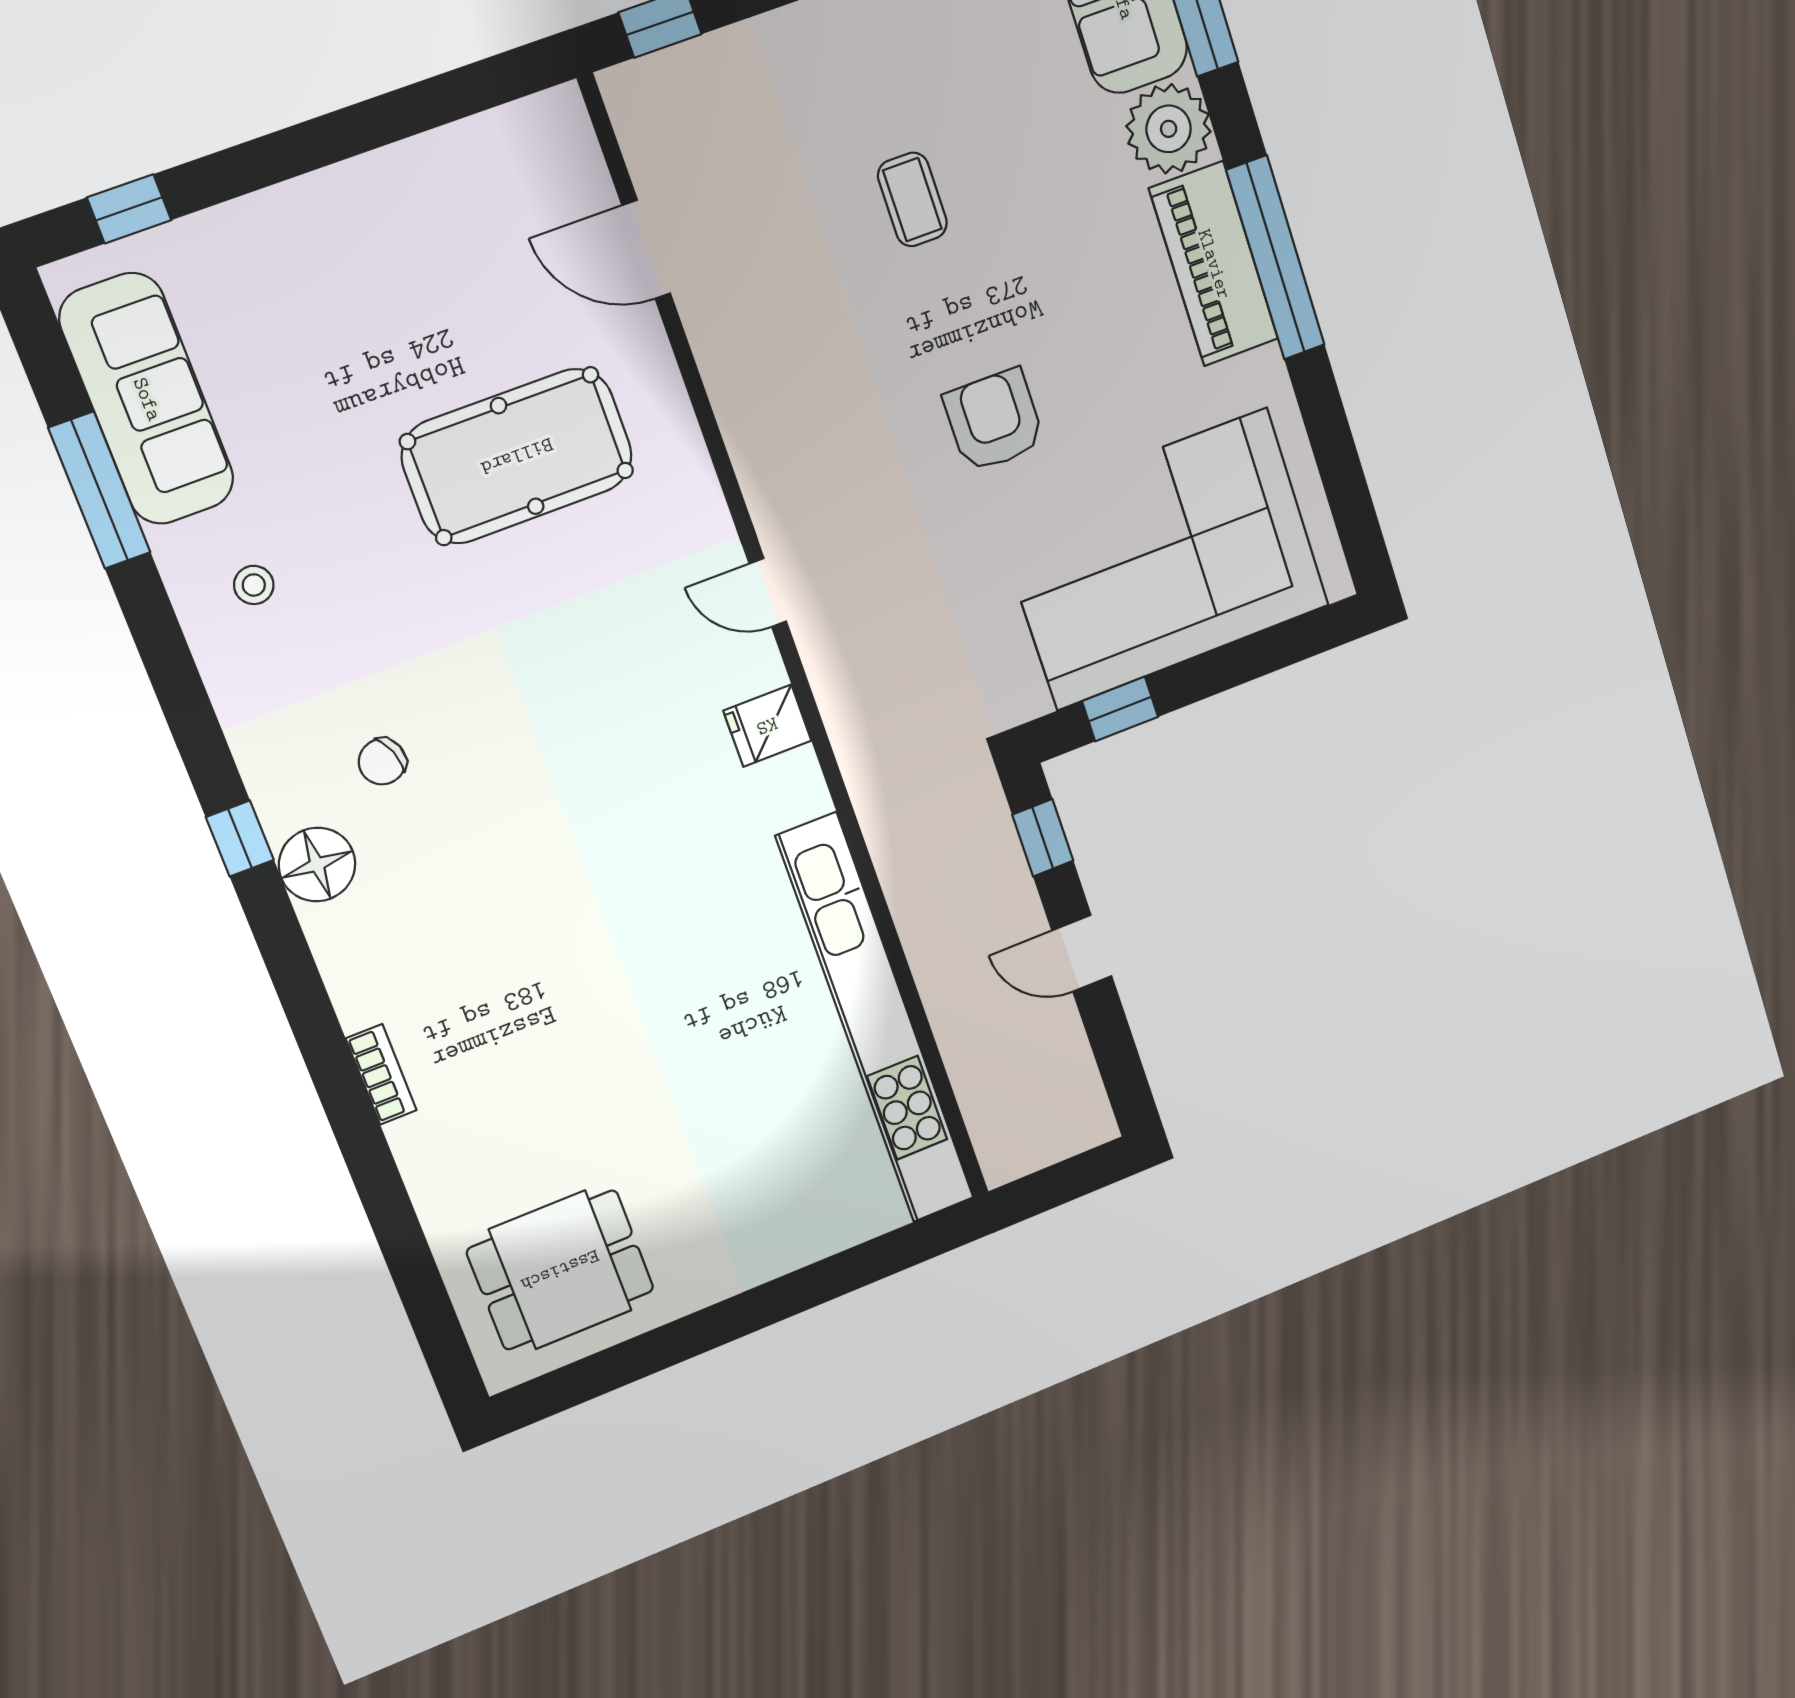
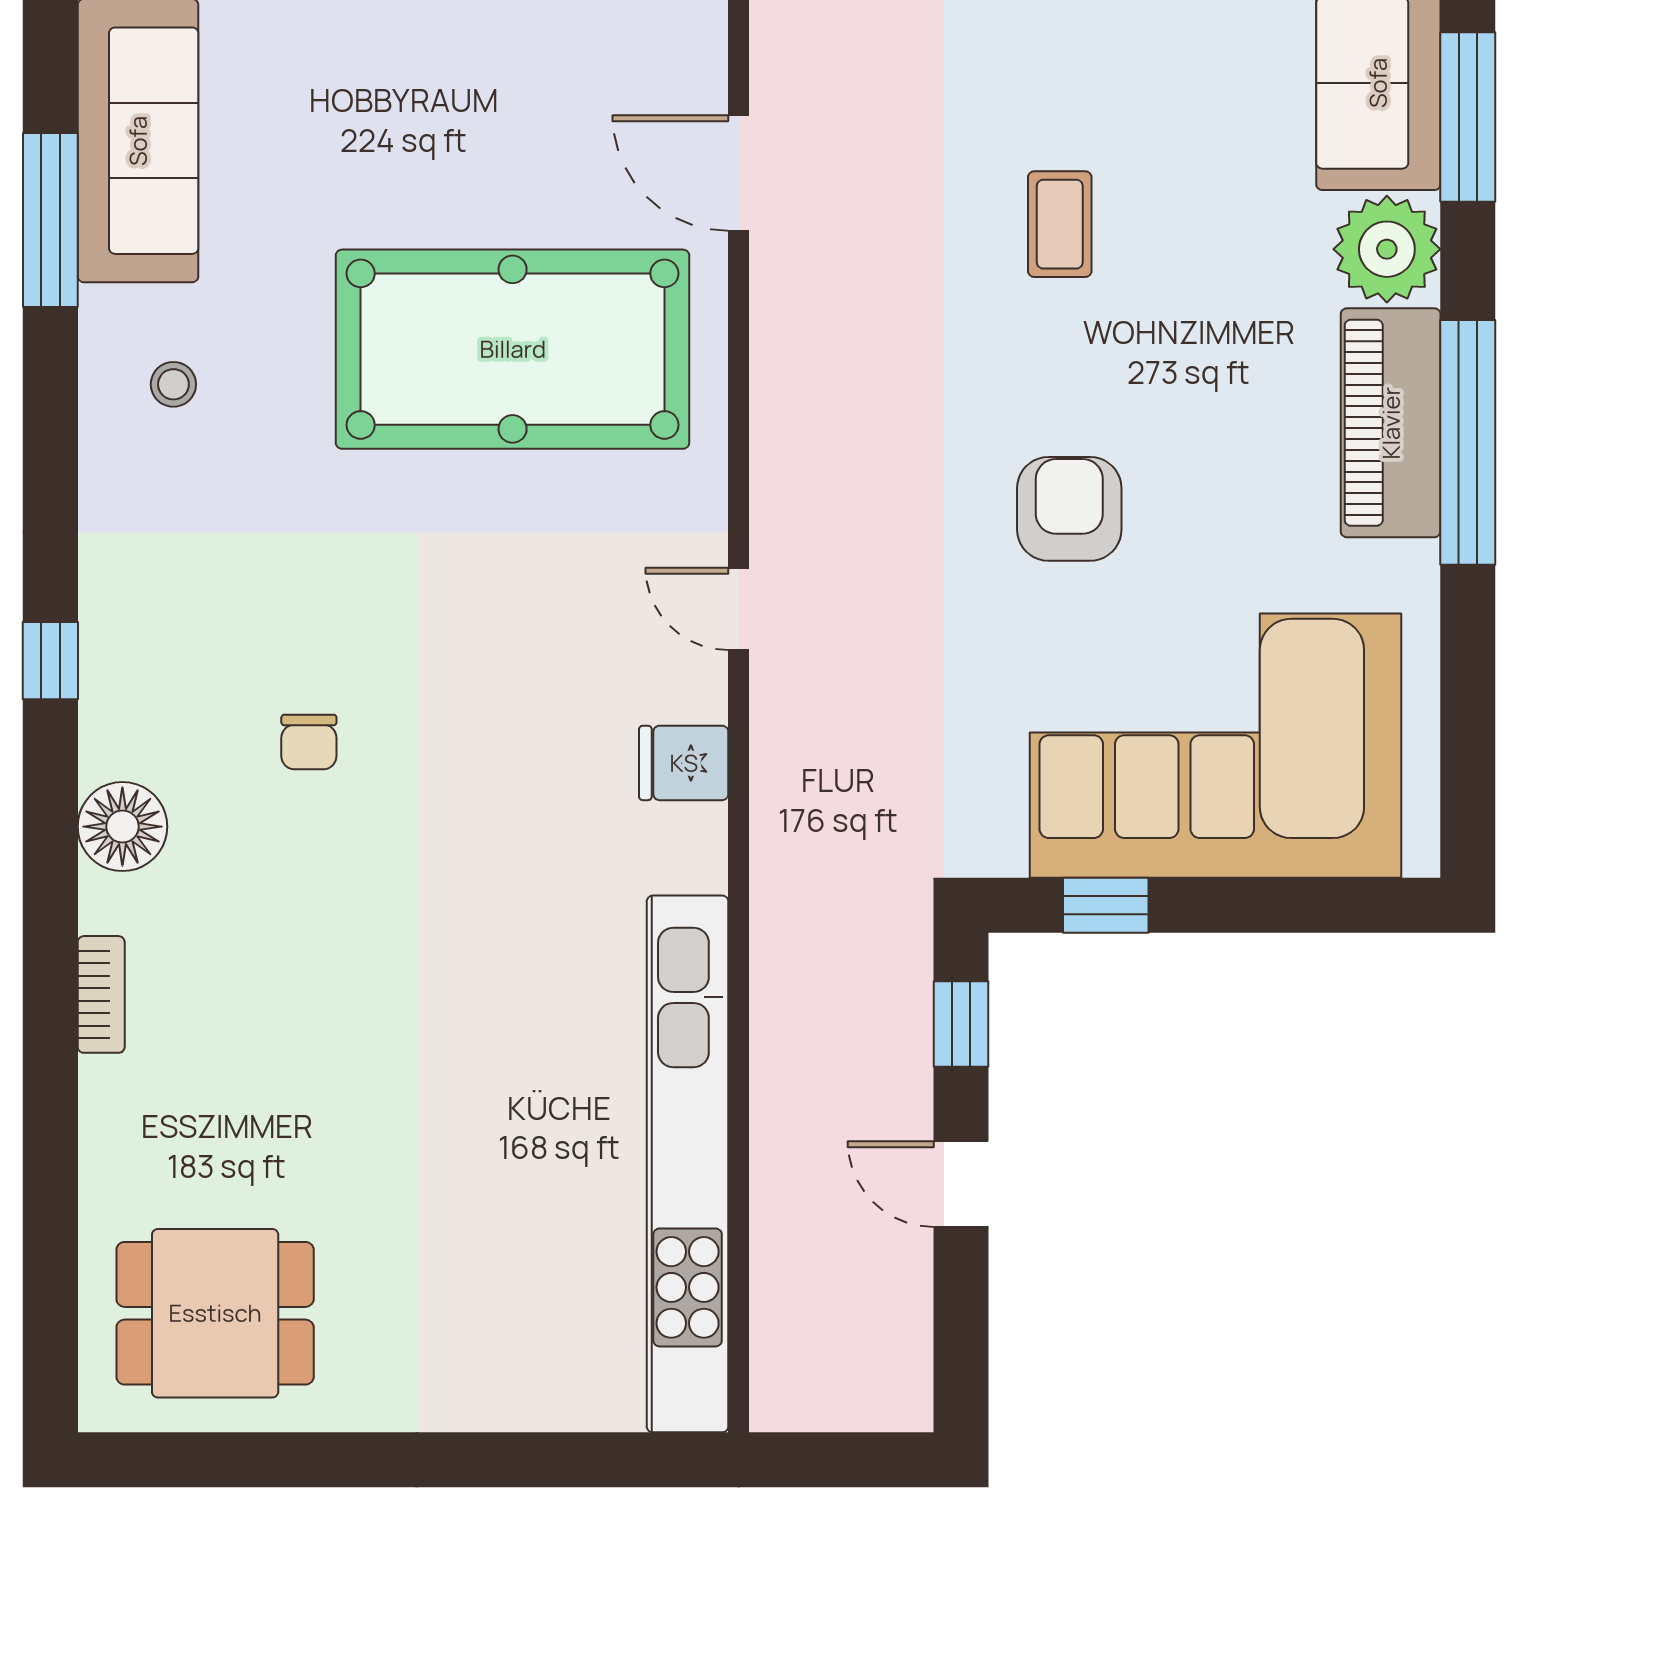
pool table: (517, 456) -> (513, 349), width x1.36, depth x1.32
chair: (382, 762) -> (309, 742), moved, turned -70
floor lamp: (317, 865) -> (122, 827), moved

